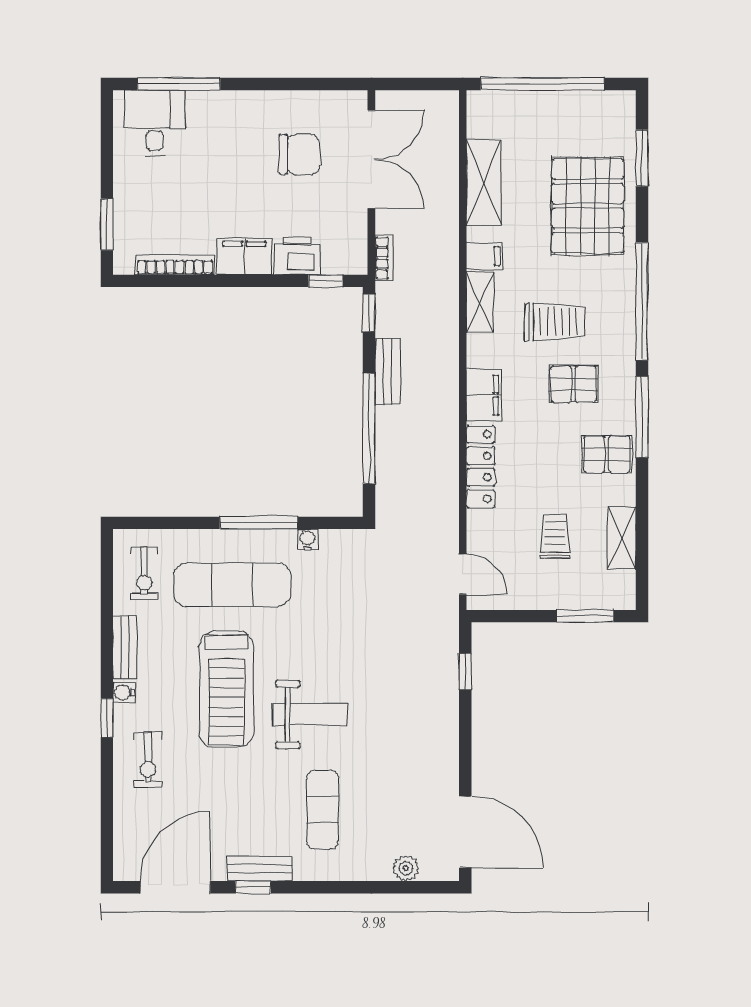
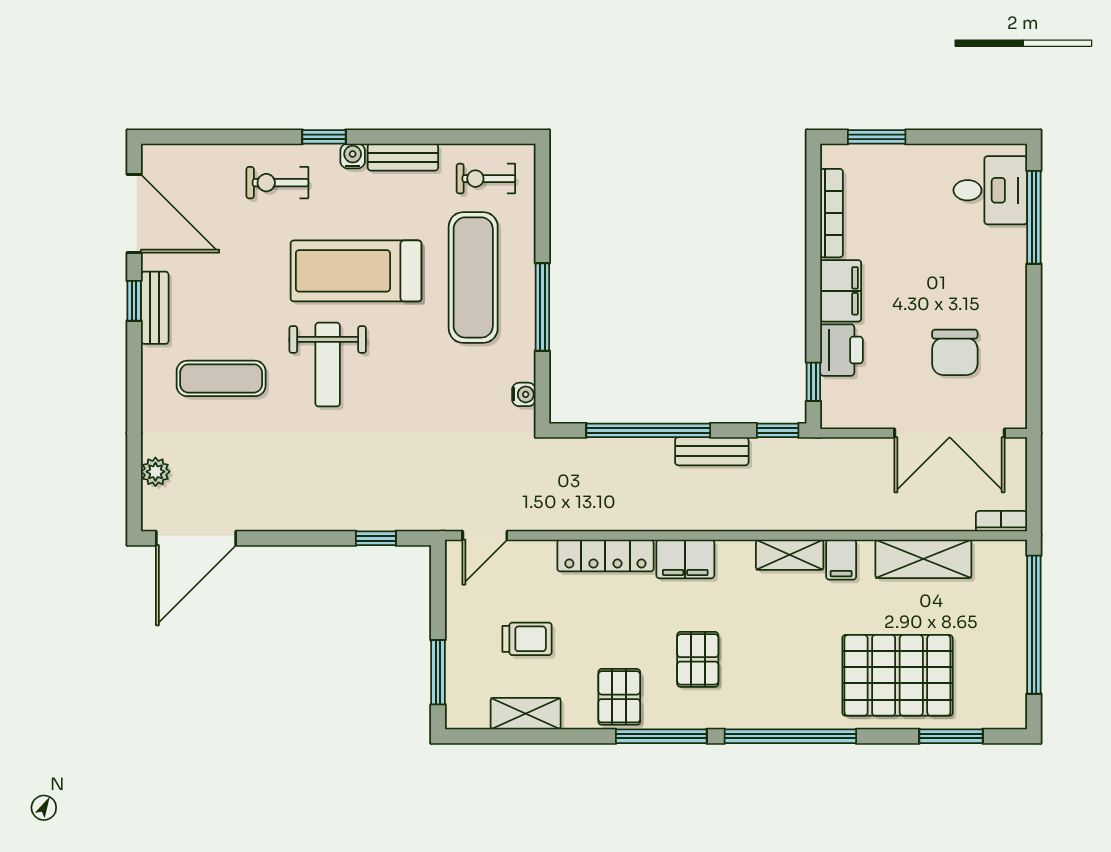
bookcase: (384, 258) -> (1001, 521), moved, turned 180
trolley: (555, 322) -> (768, 638), removed
water cooler: (308, 539) -> (524, 394), moved

